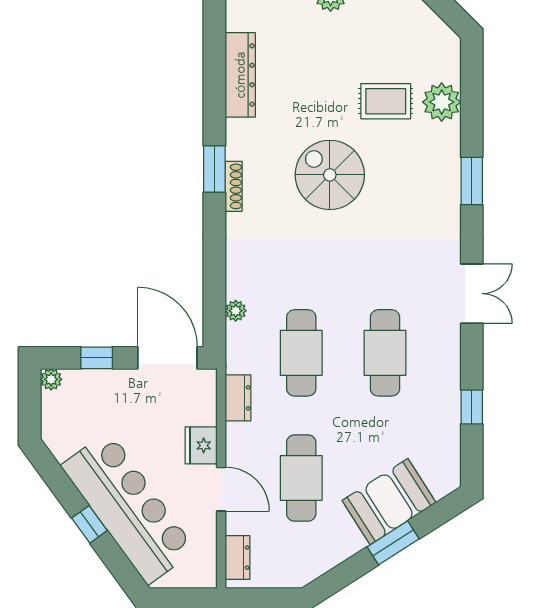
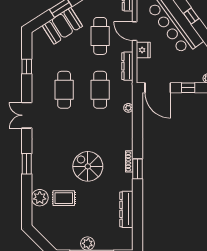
spiral stairs: (330, 175) -> (88, 166), turned 180
dresser: (238, 398) -> (127, 66), width x1.44

